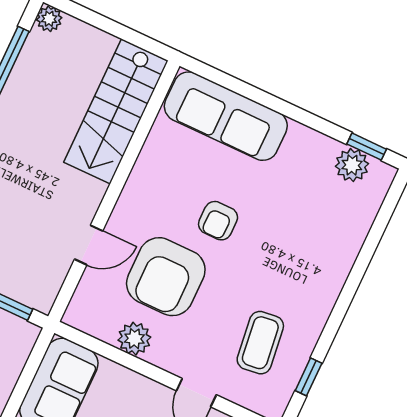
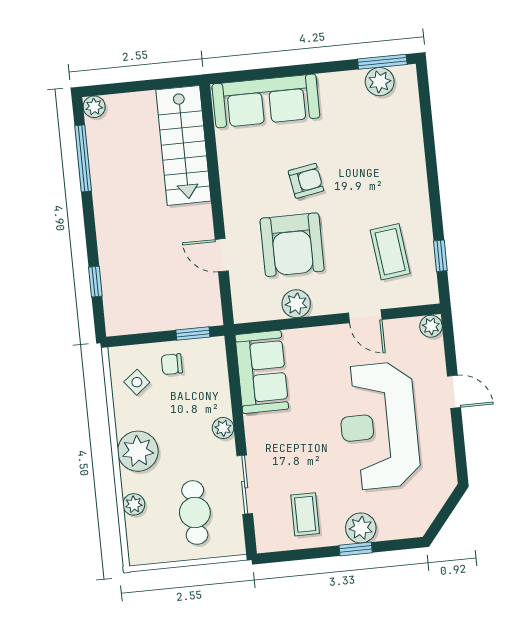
window: (367, 147) -> (382, 62), width x1.50
armchair: (218, 221) -> (306, 181), turned -100
door: (89, 245) -> (222, 255), swing flipped

